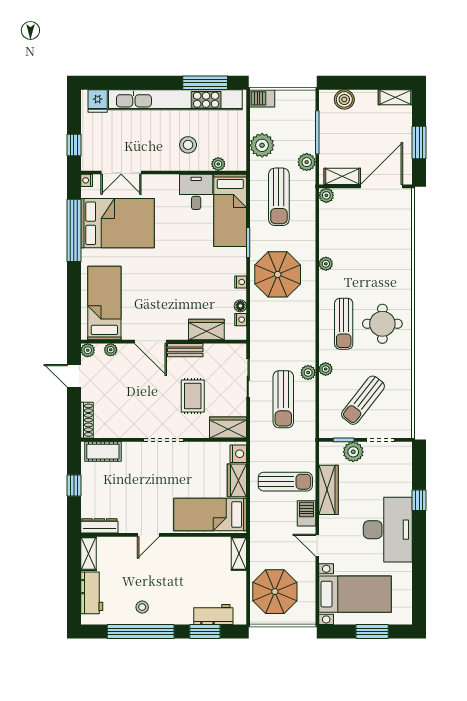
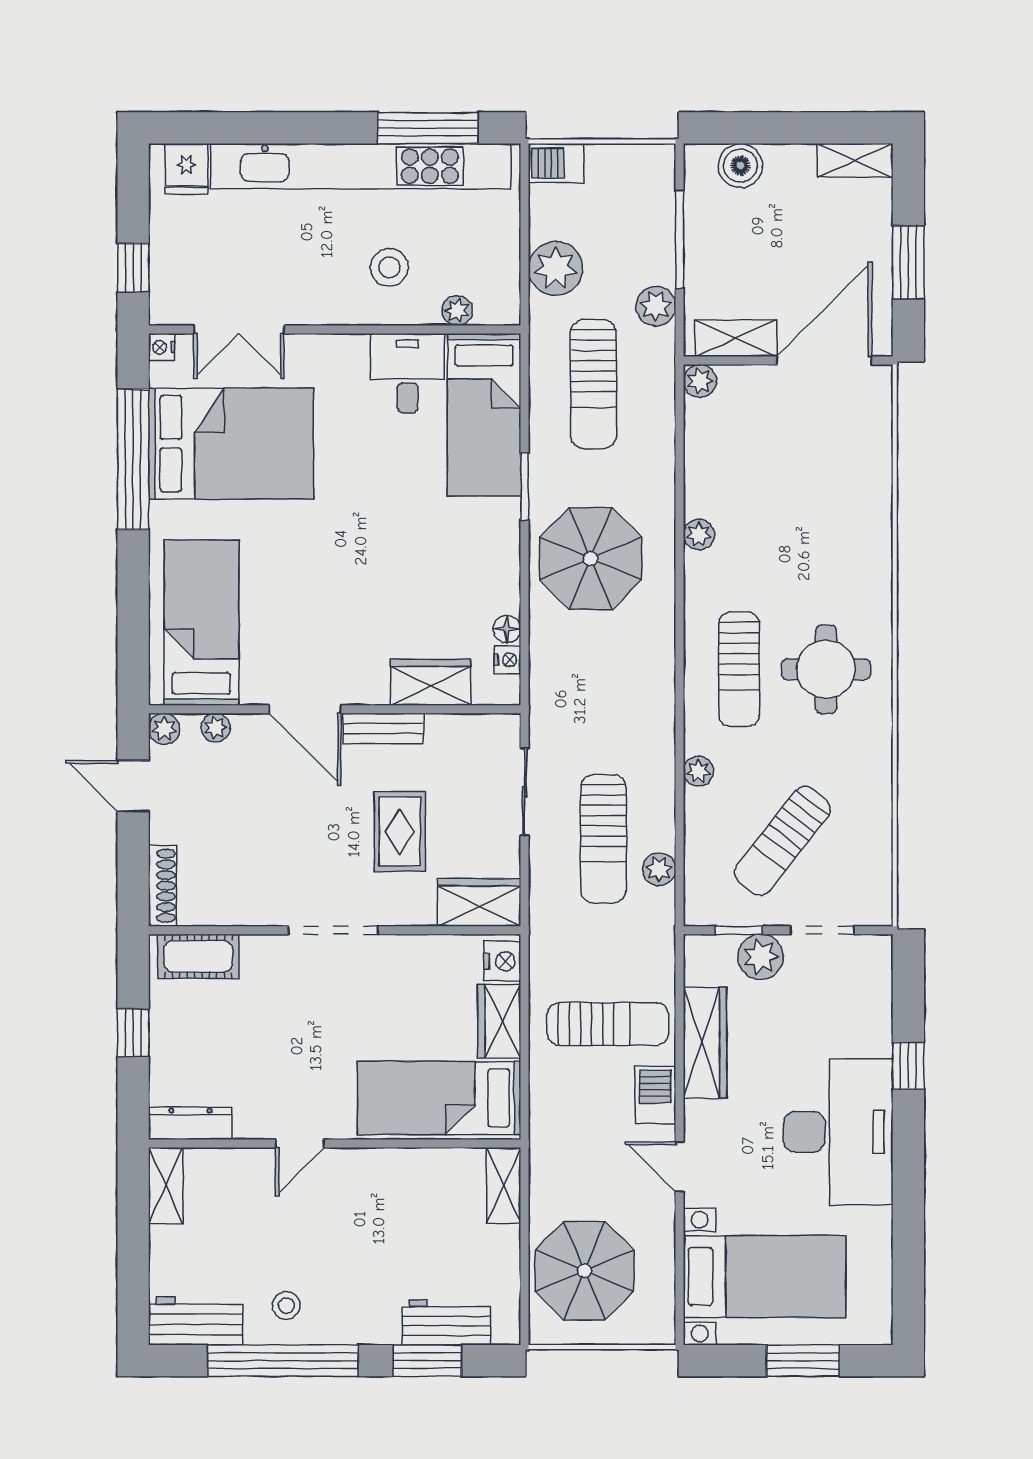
nightstand: (241, 282) -> (508, 575), removed
plant: (308, 373) -> (659, 869), moved
workbench: (92, 593) -> (196, 1321), moved, turned -90

